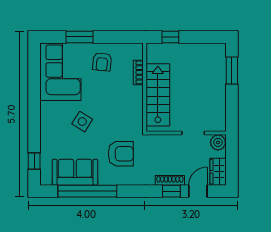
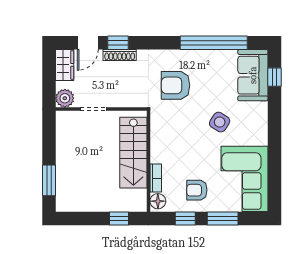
window: (112, 37) -> (185, 218), added
floor lamp: (136, 52) -> (158, 201), added
armchair: (102, 62) -> (197, 190), turned -96
sofa: (75, 172) -> (253, 75), moved, turned 90

